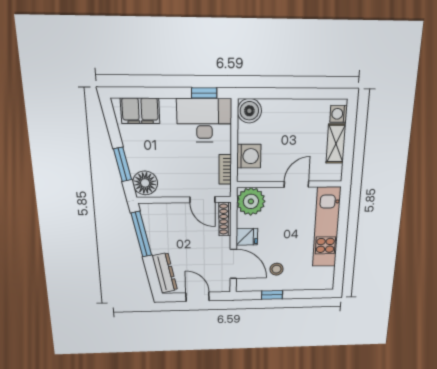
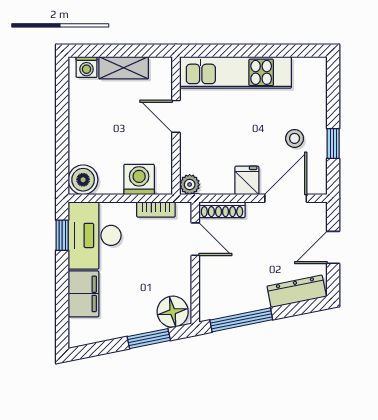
filing cabinet: (140, 111) -> (84, 294), moved
door: (202, 200) -> (195, 239), hinge flipped
plant: (251, 201) -> (190, 185), width x0.53, depth x0.53

